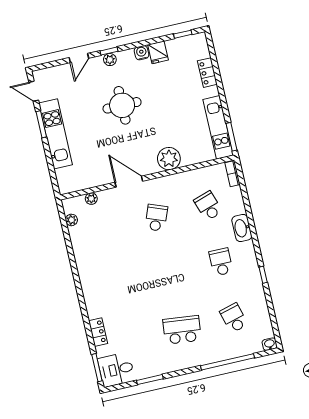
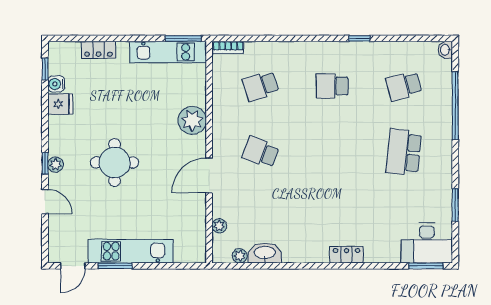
water cooler: (142, 53) -> (56, 84), moved
washbasin: (242, 228) -> (265, 253), moved, turned 180
locker: (98, 332) -> (346, 255), moved
desk: (116, 370) -> (427, 243), width x1.37

